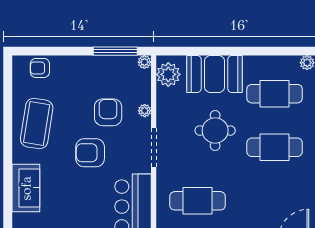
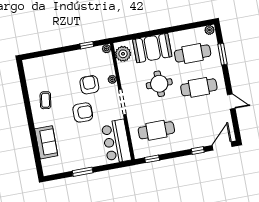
window: (115, 51) -> (87, 45), width x0.46
armchair: (40, 68) -> (41, 65), removed
coffee table: (37, 124) -> (45, 100), width x0.54, depth x0.58
armchair: (90, 153) -> (83, 112), turned 180

